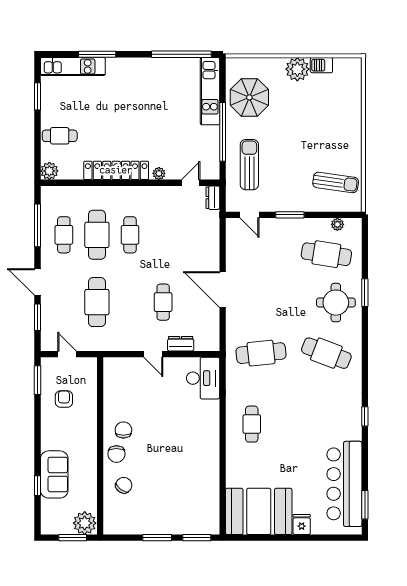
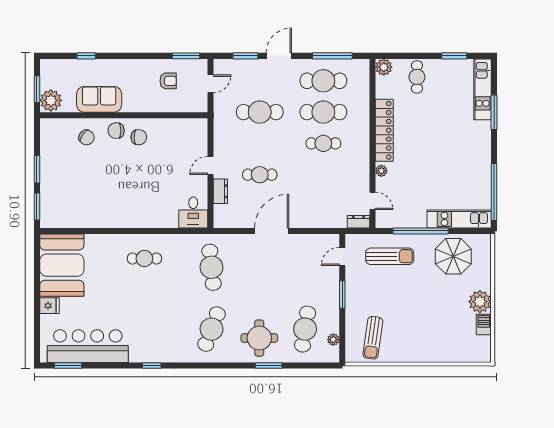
cafe table: (64, 235) -> (323, 81), width x1.37, depth x1.35
desk: (203, 378) -> (193, 212), width x0.73
sofa: (54, 474) -> (99, 99), moved, turned 180

